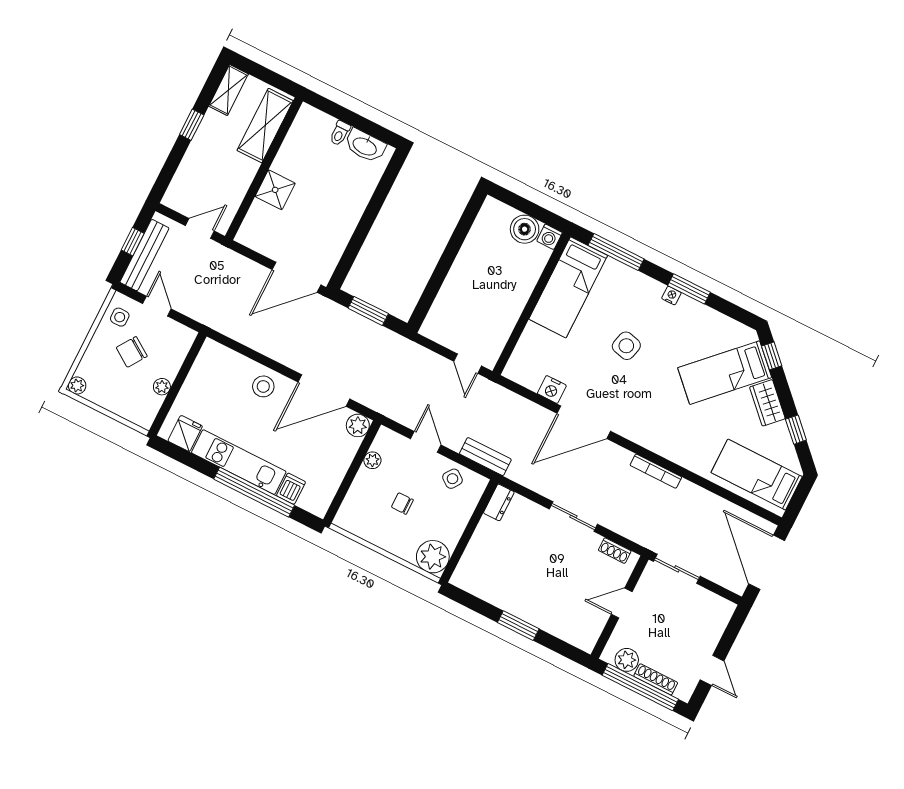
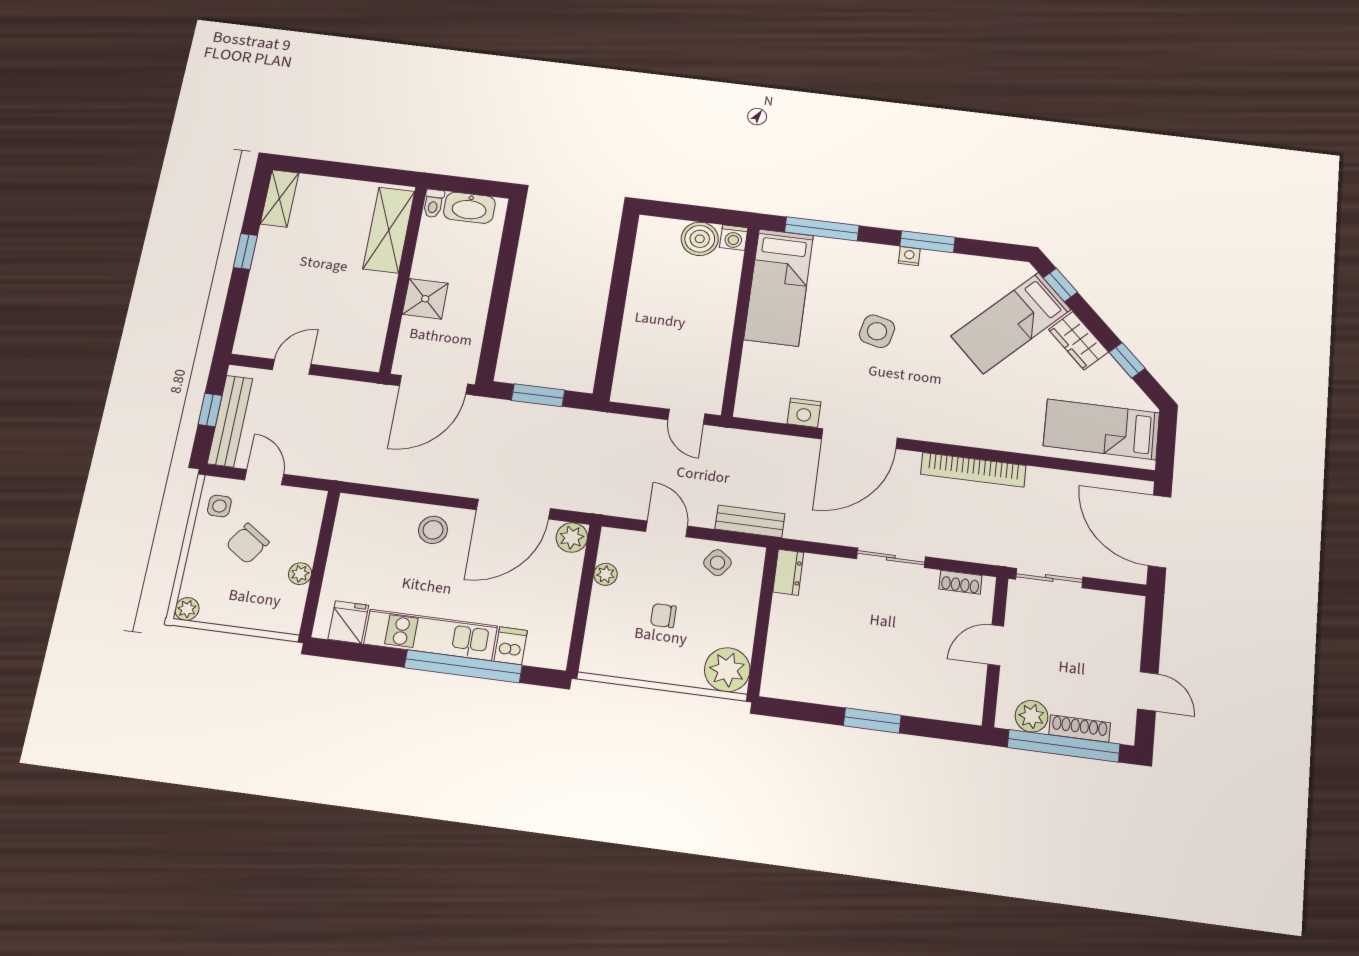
shelving: (265, 126) -> (389, 230), moved
wall: (264, 169) -> (403, 279), moved
shower: (275, 190) -> (425, 299), moved
bookcase: (656, 471) -> (973, 470), width x1.48, depth x1.31

